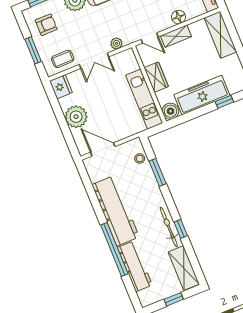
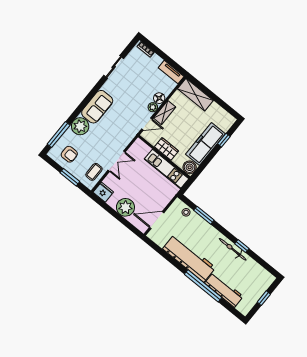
armchair: (46, 25) -> (69, 154), turned 90
plant: (116, 43) -> (153, 107), moved
shelving: (184, 268) -> (259, 272), removed

